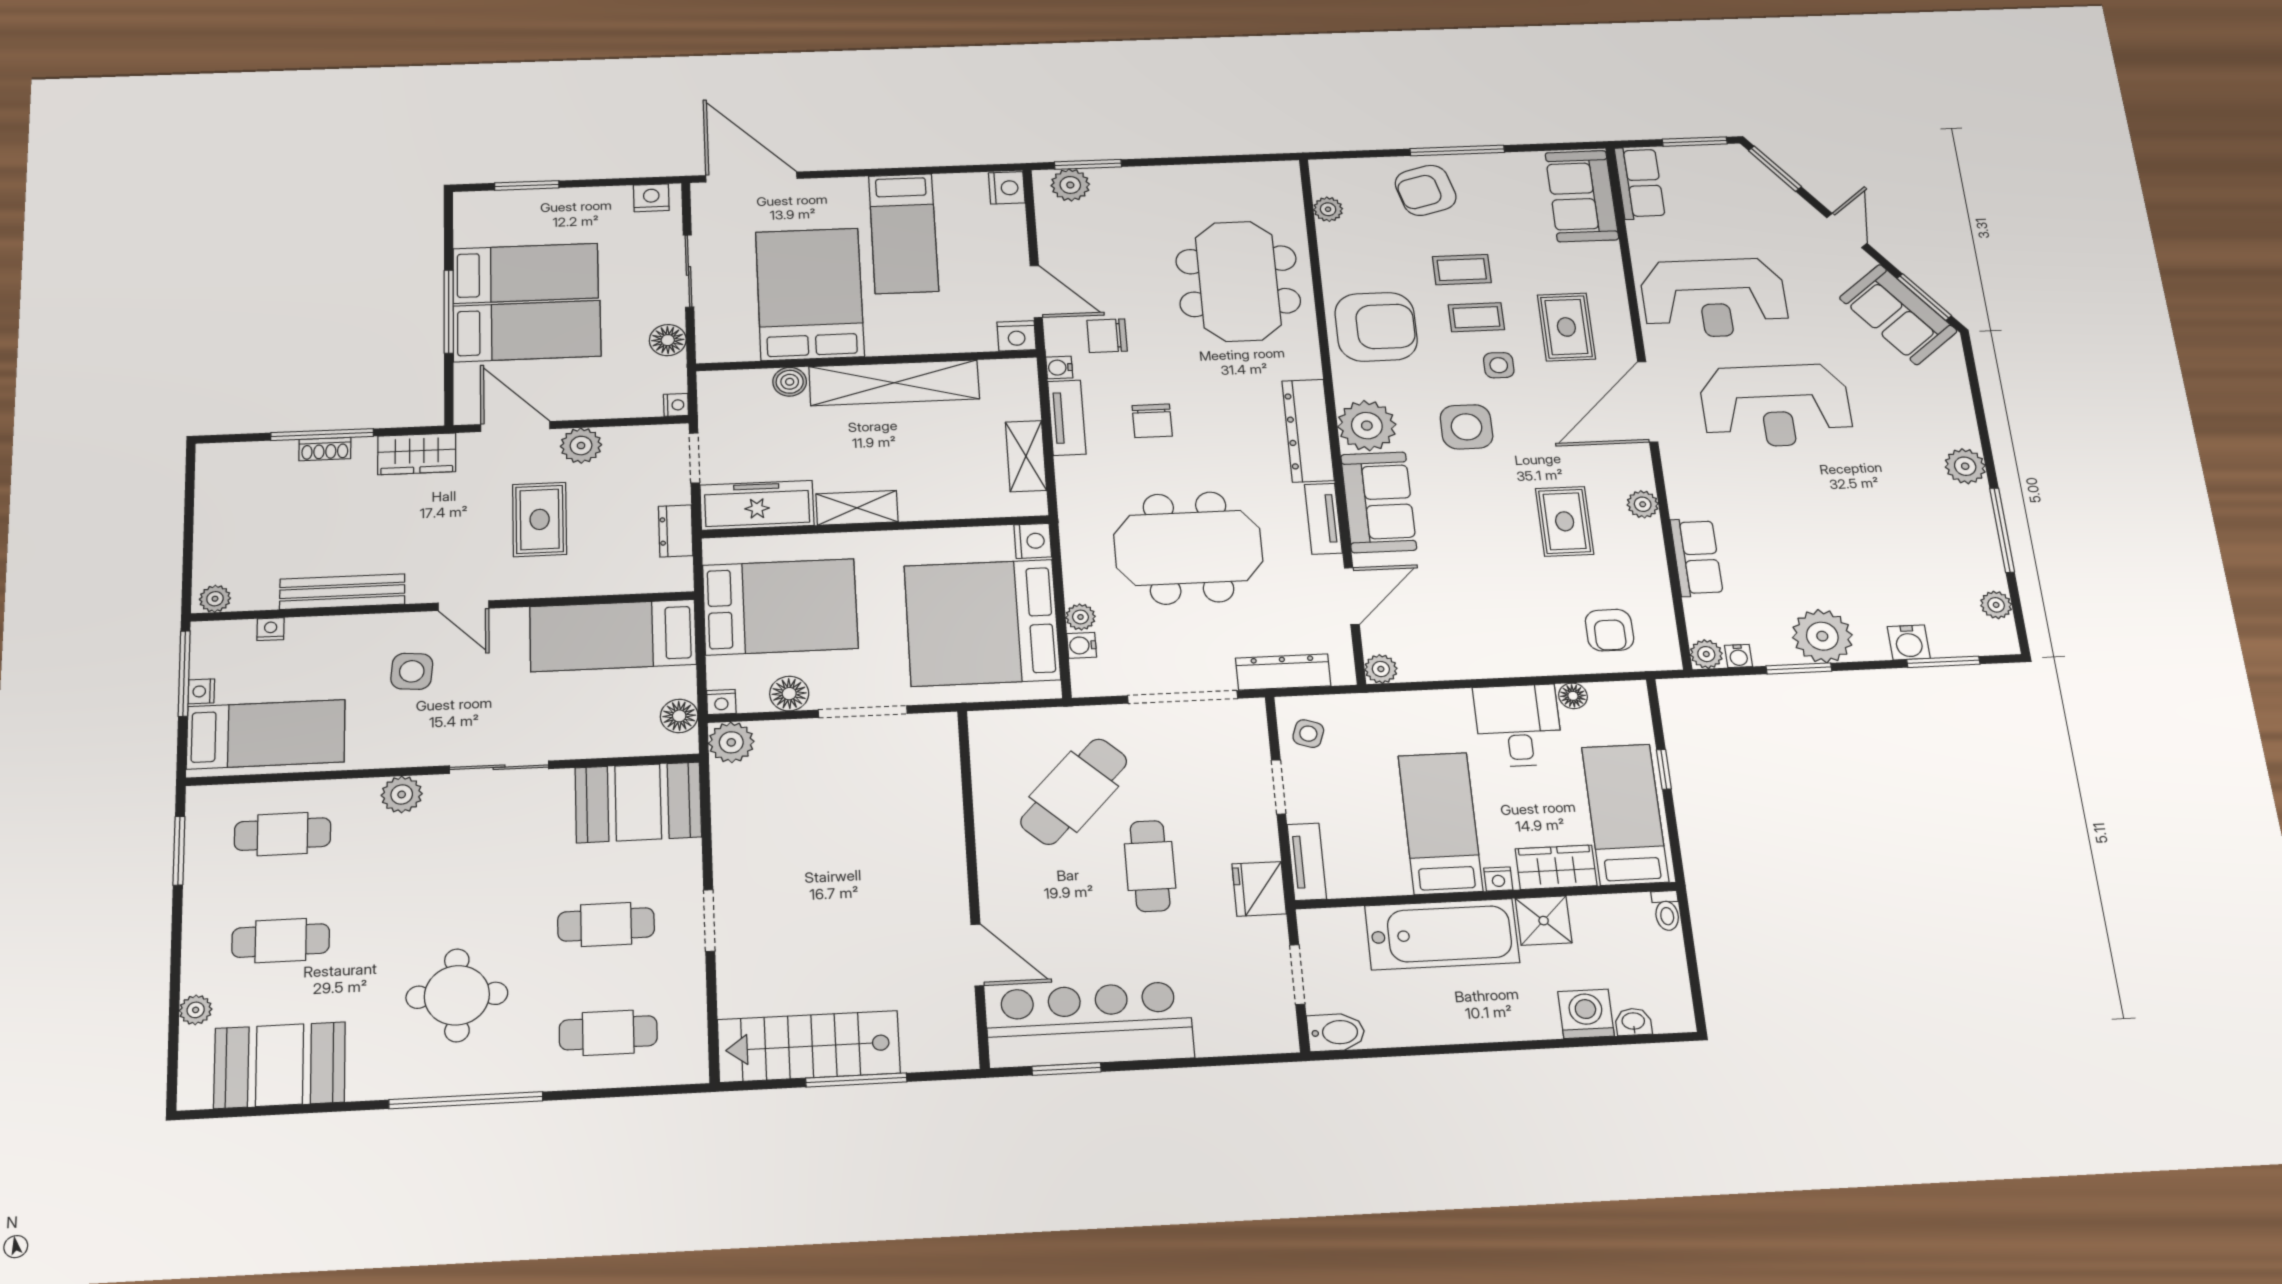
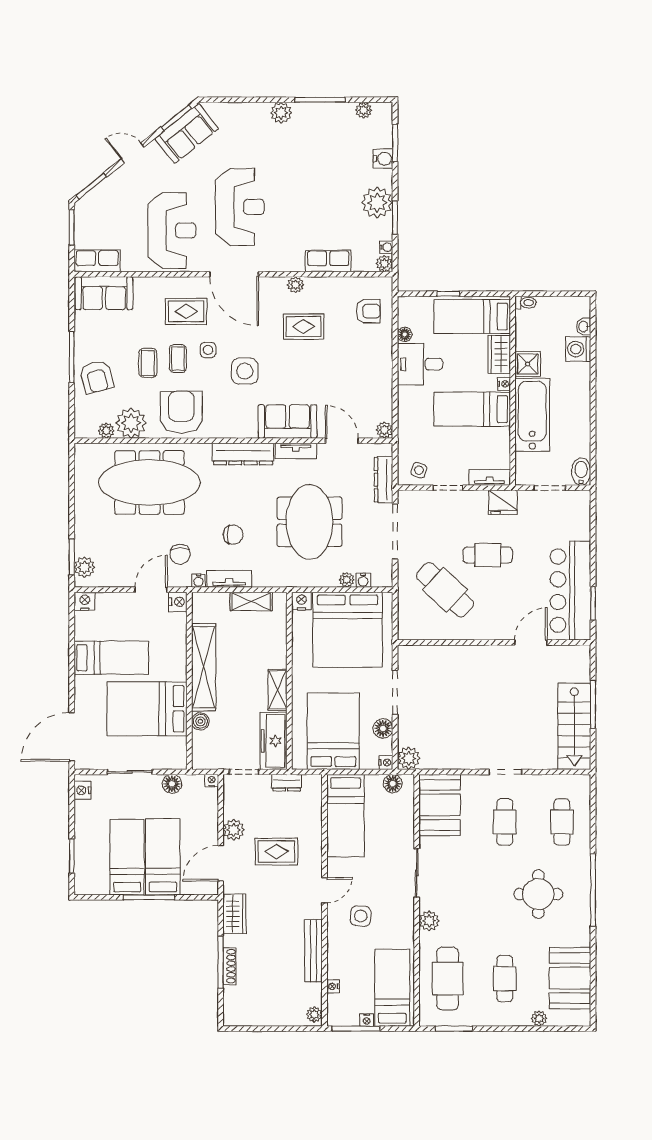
meeting table: (1238, 281) -> (149, 483), width x1.36
plant: (1367, 426) -> (131, 423), moved
shoe rack: (325, 449) -> (229, 966), width x1.43
cafe table: (283, 834) -> (448, 979), width x1.37, depth x1.35

